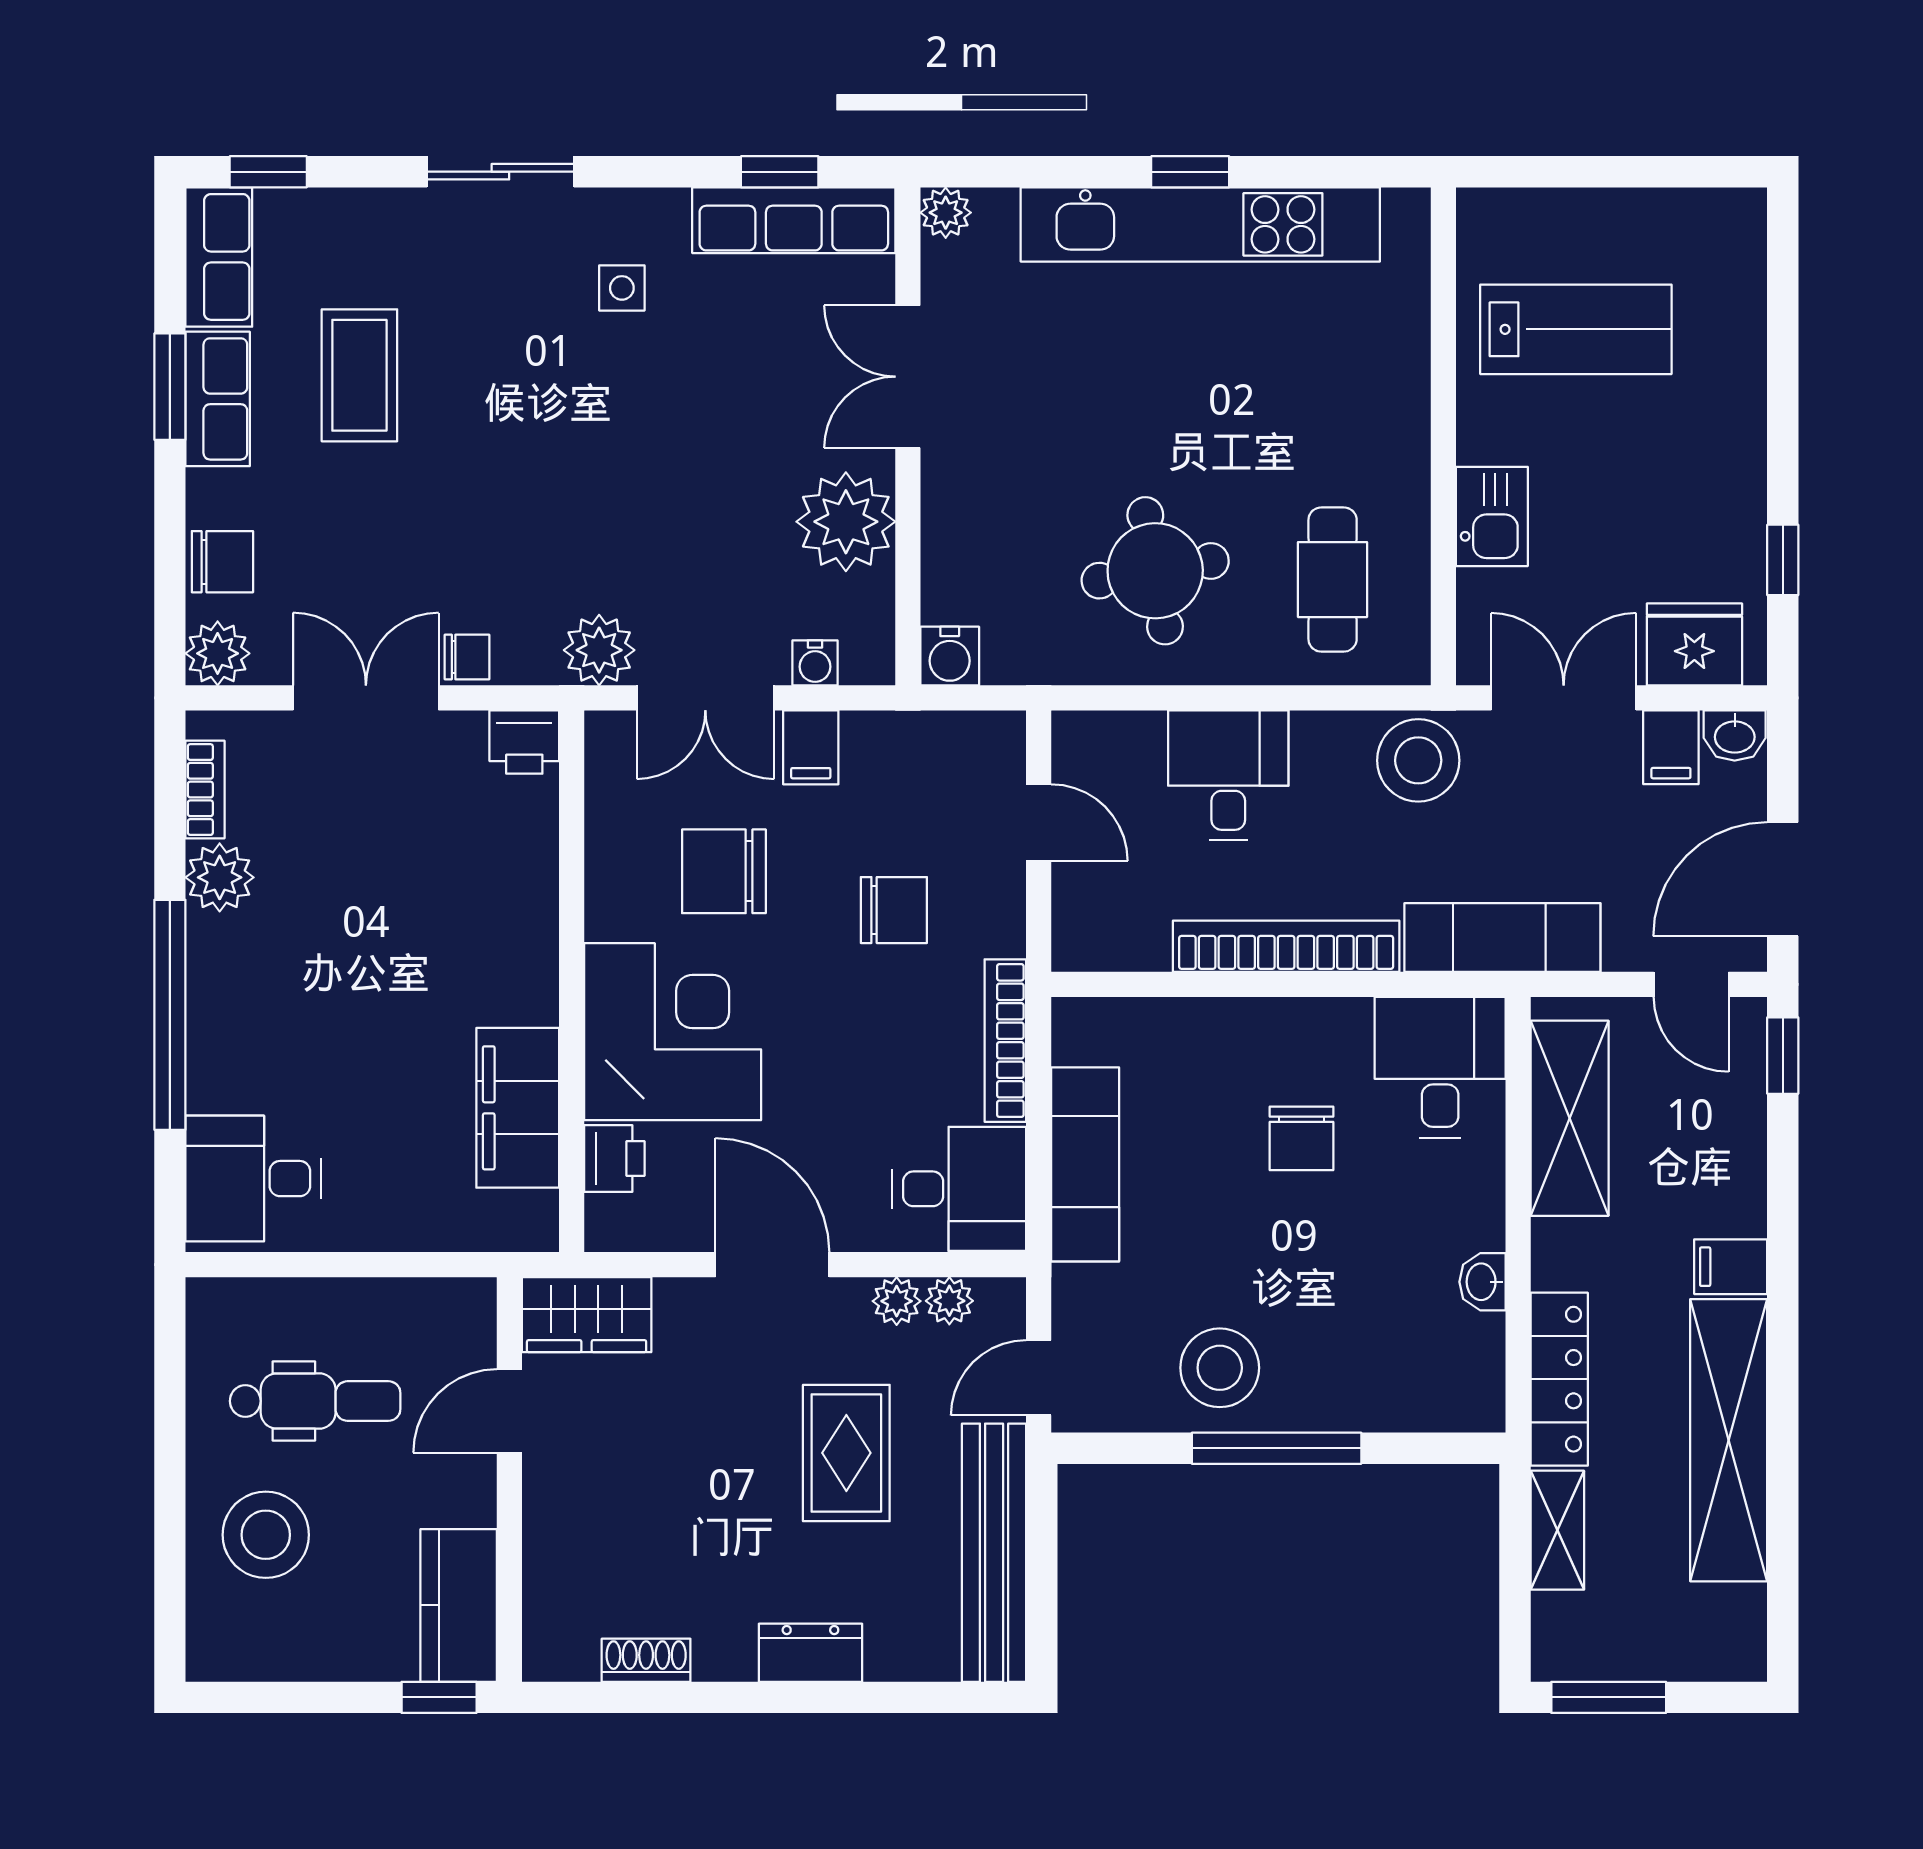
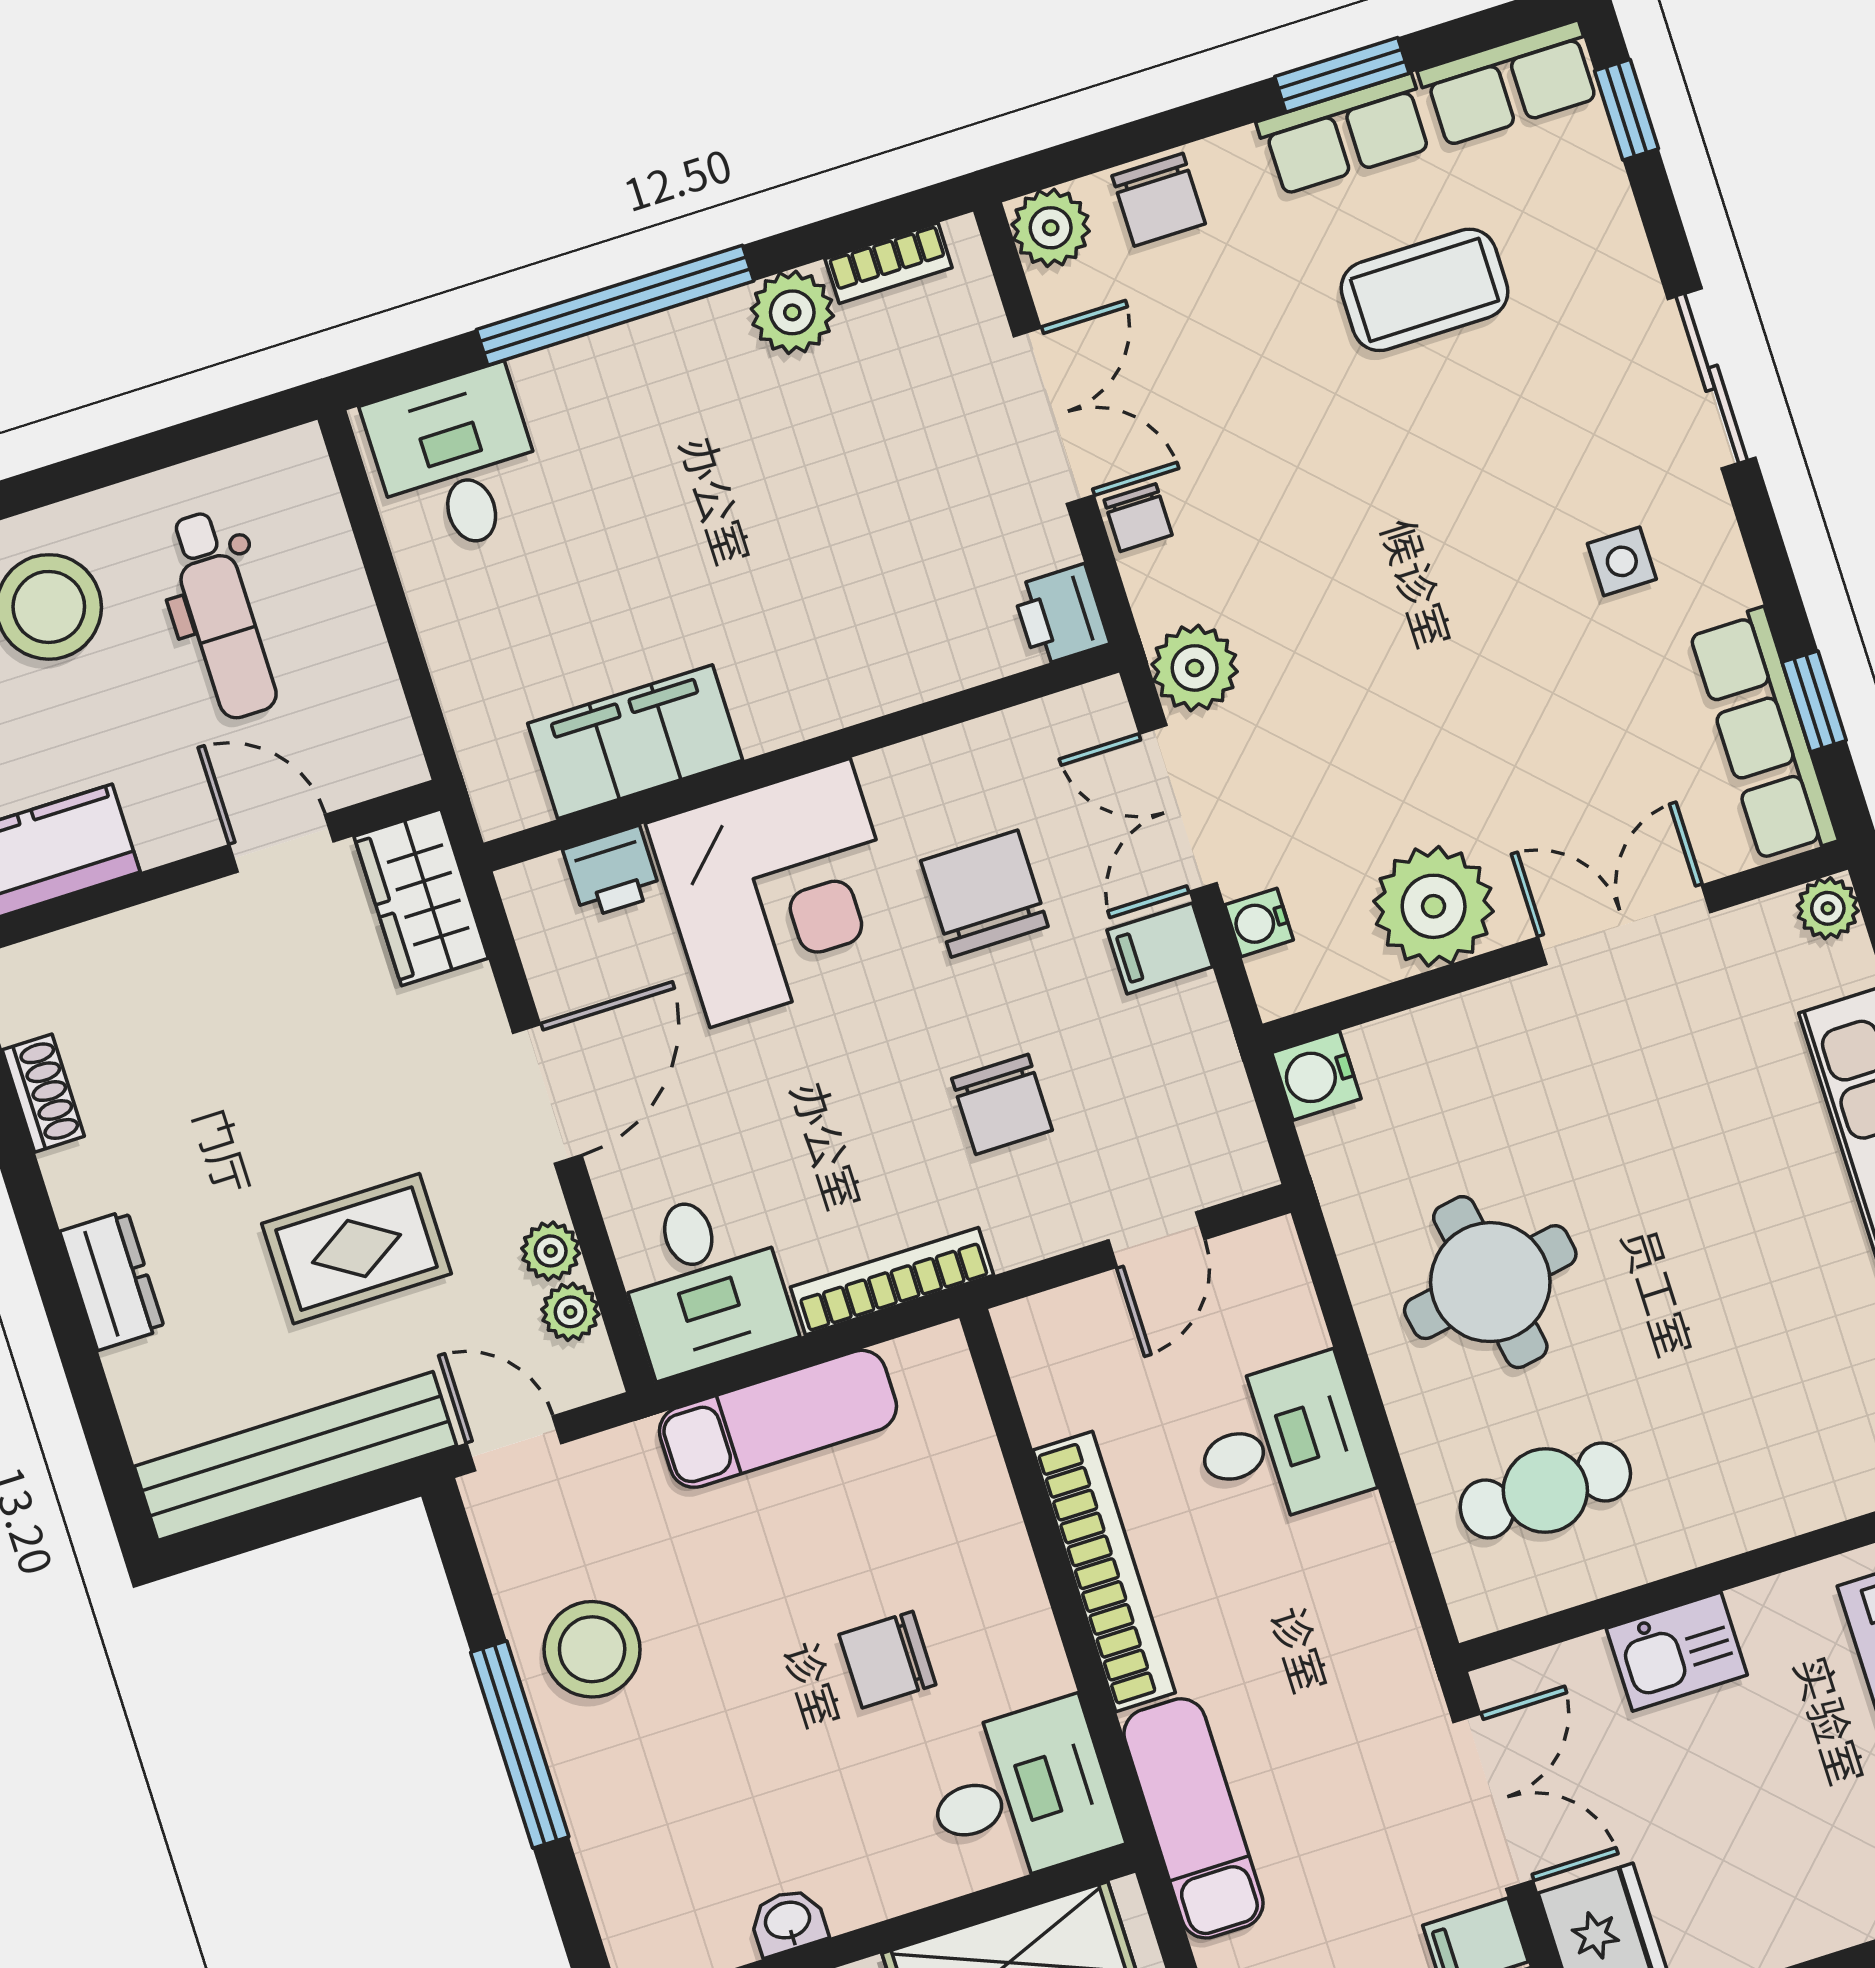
stool: (1418, 760) -> (1368, 1656), removed

